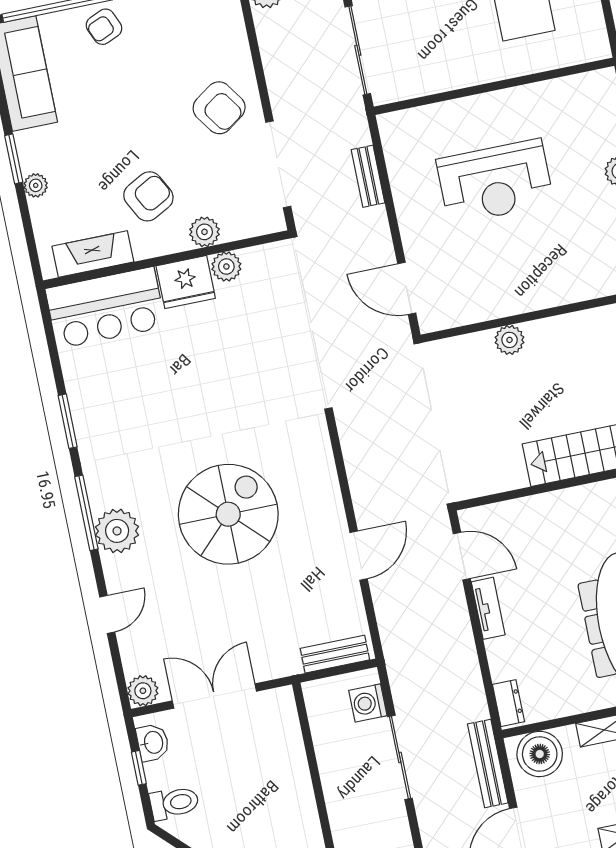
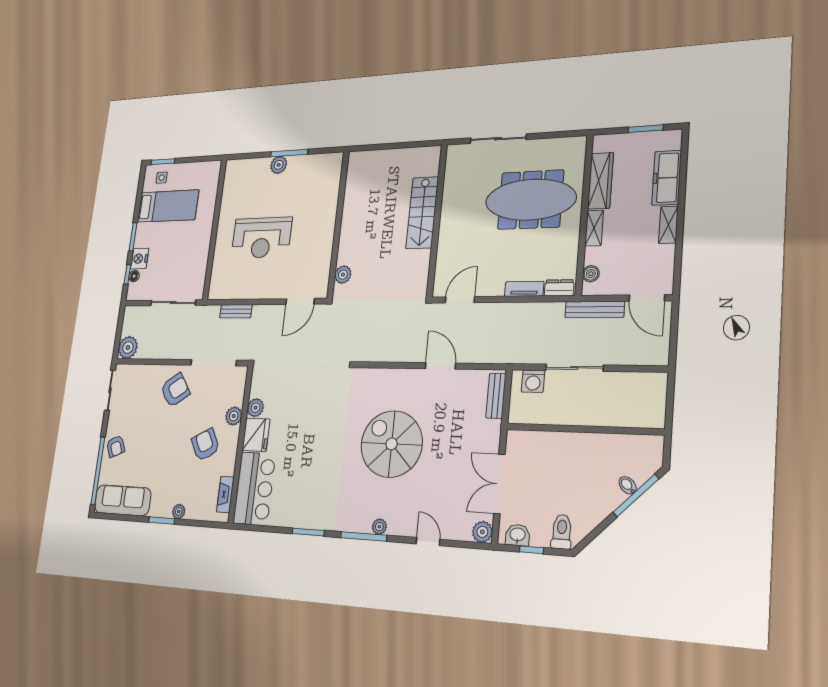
reception desk: (495, 182) -> (262, 238), turned 90
fireplace: (93, 254) -> (225, 494), width x0.73, depth x0.76
plant: (510, 340) -> (343, 275), moved
plant: (117, 531) -> (379, 527), width x0.53, depth x0.53
tv unit: (488, 608) -> (524, 289), moved
boiler: (540, 754) -> (591, 274), width x0.54, depth x0.54

